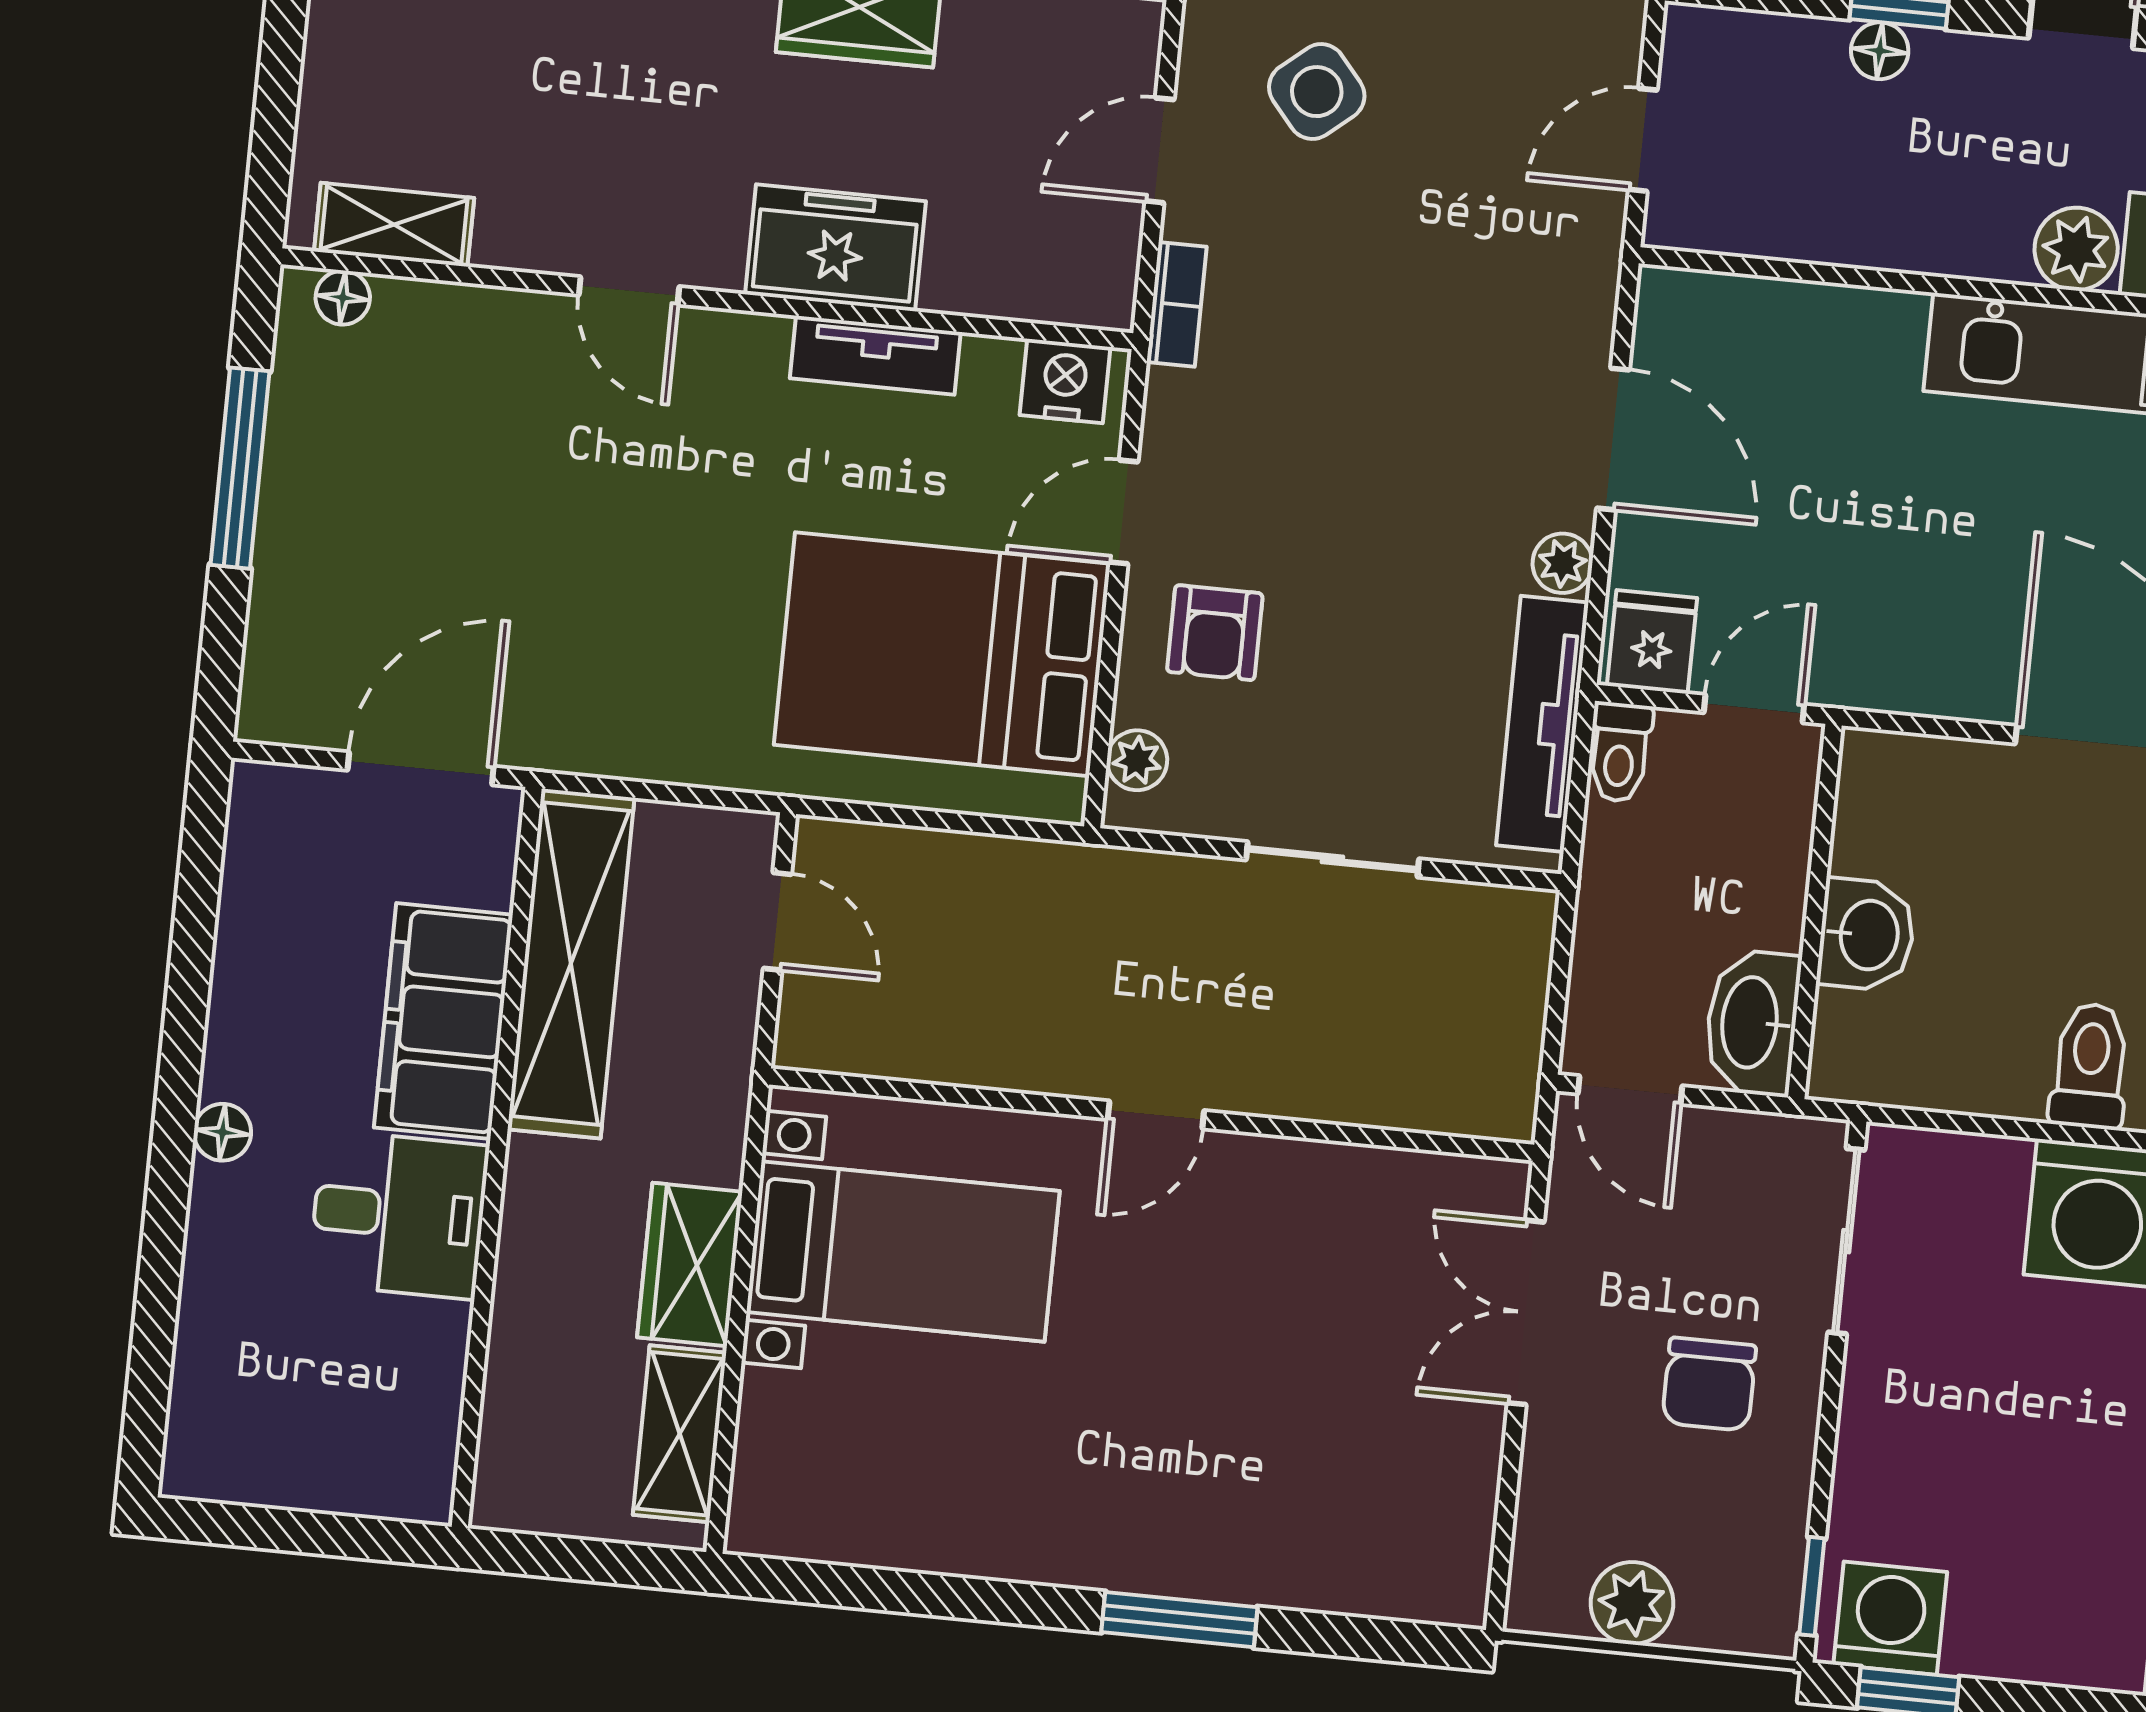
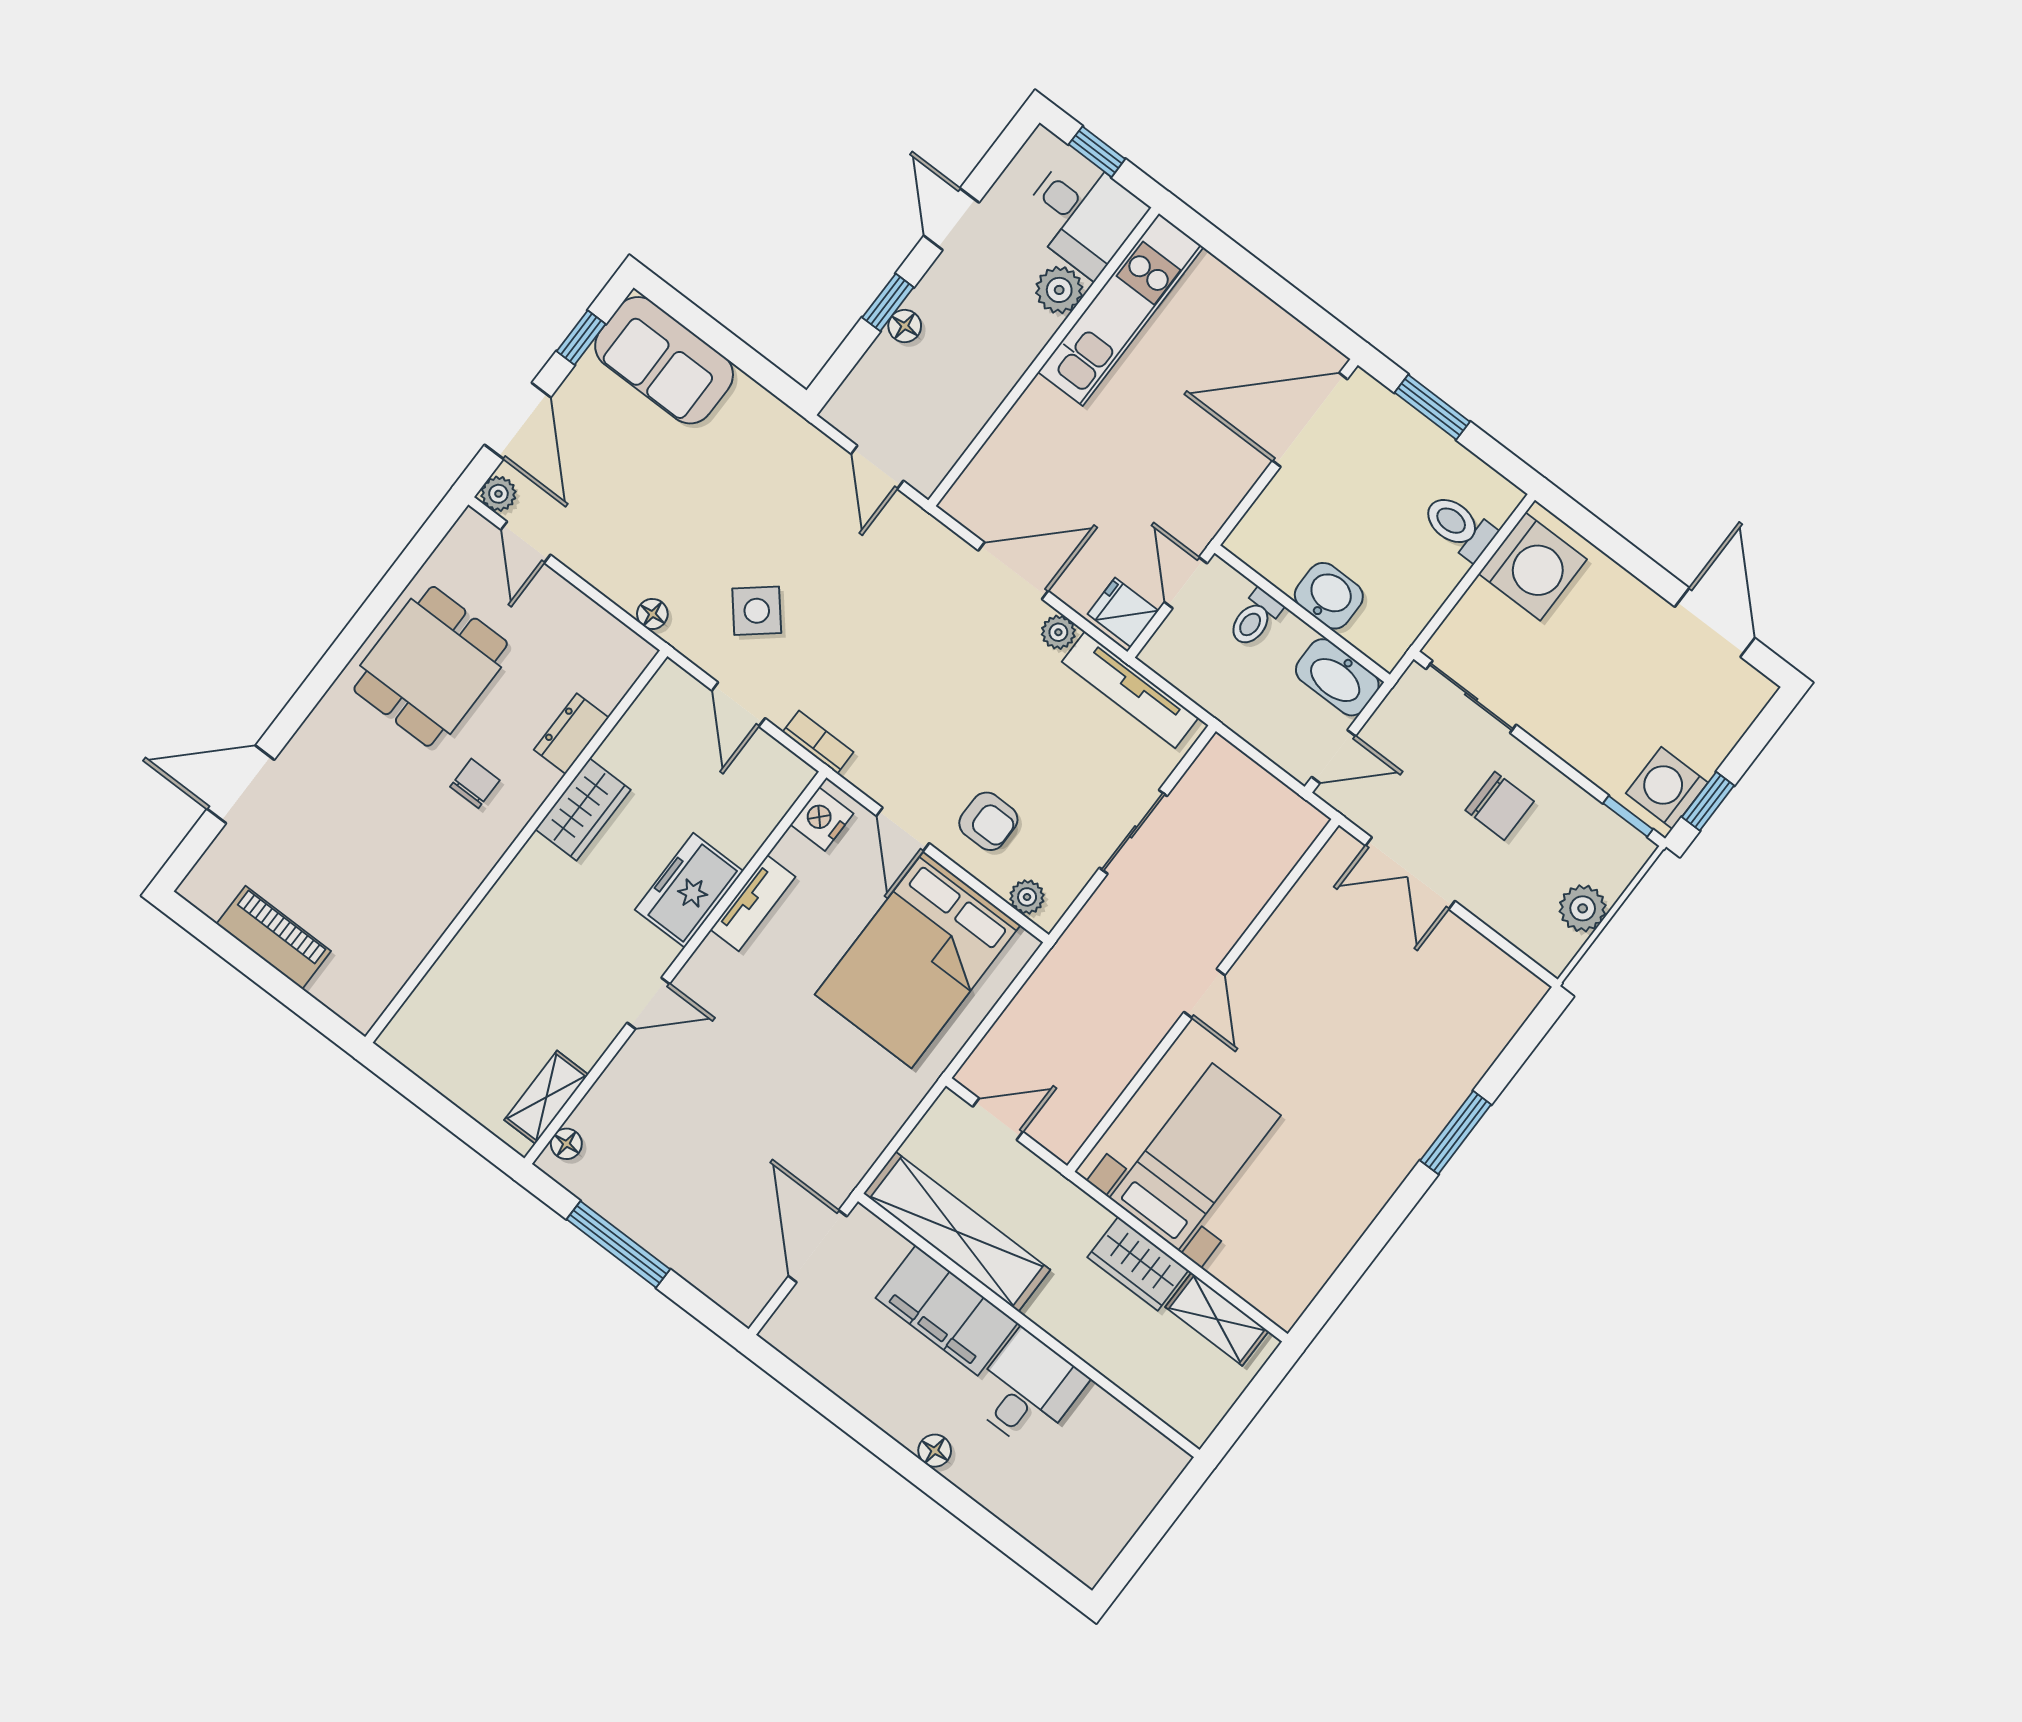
toilet: (1620, 752) -> (1255, 618), moved, turned 90

